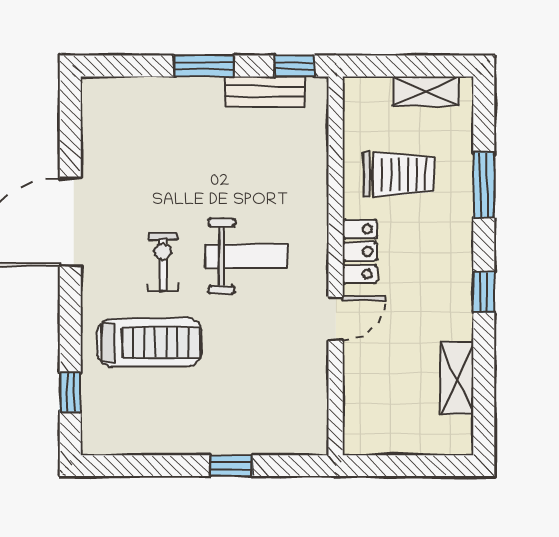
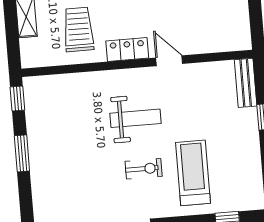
bench: (265, 91) -> (246, 83), moved
weight bench: (246, 256) -> (136, 118), turned 90
exercise bike: (163, 262) -> (144, 169), turned 180

